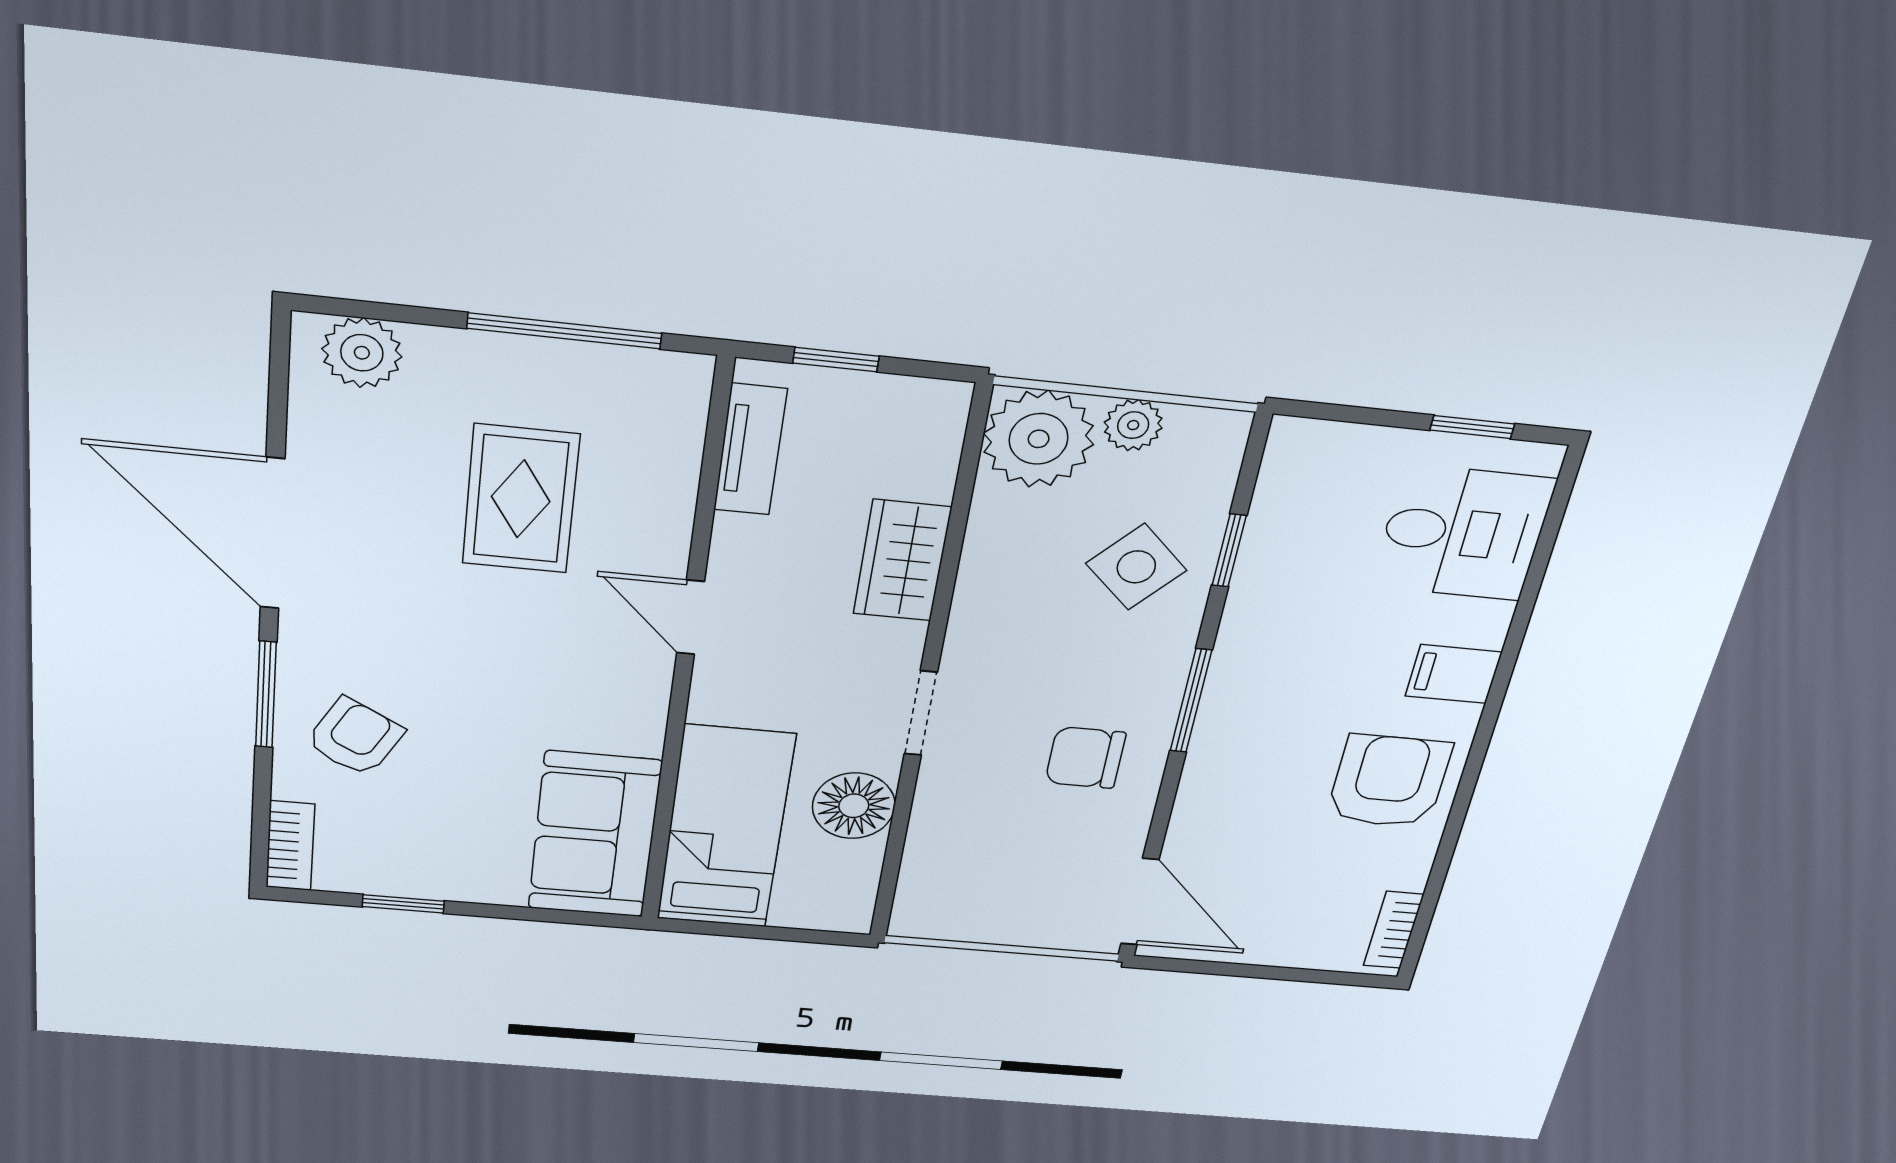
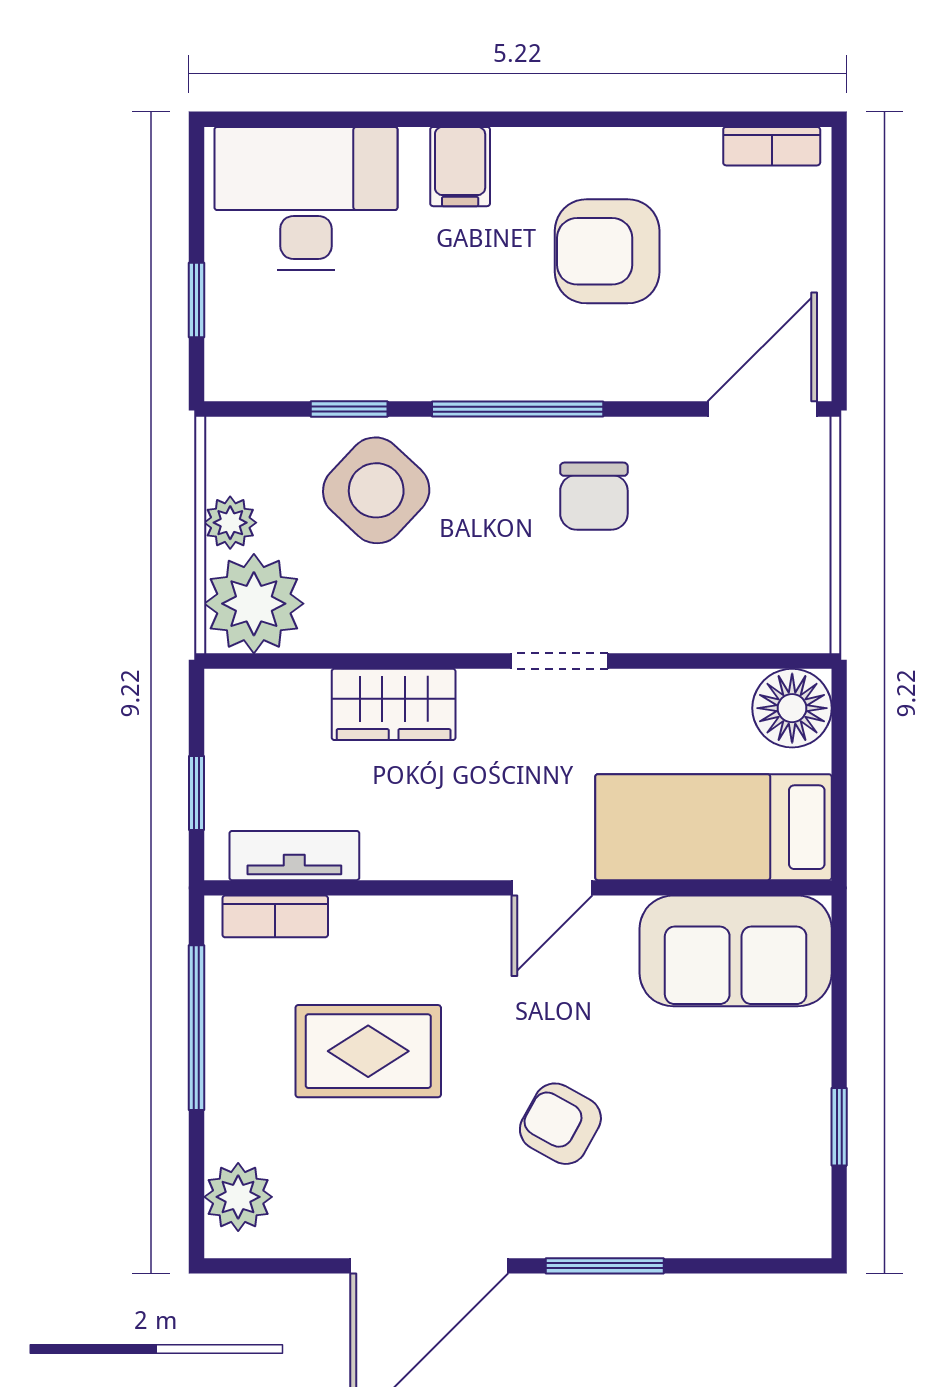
window: (1472, 427) -> (196, 300), moved
desk: (1463, 533) -> (306, 199), width x1.37
side table: (1136, 567) -> (376, 490), width x1.37, depth x1.37
door: (690, 617) -> (552, 888), moved
window: (1191, 701) -> (518, 409), width x1.44
armchair: (355, 737) -> (560, 1124), moved
armchair: (1389, 781) -> (607, 251), moved
floor lamp: (854, 806) -> (792, 708), moved
bookcase: (290, 846) -> (275, 916), moved, turned 180

